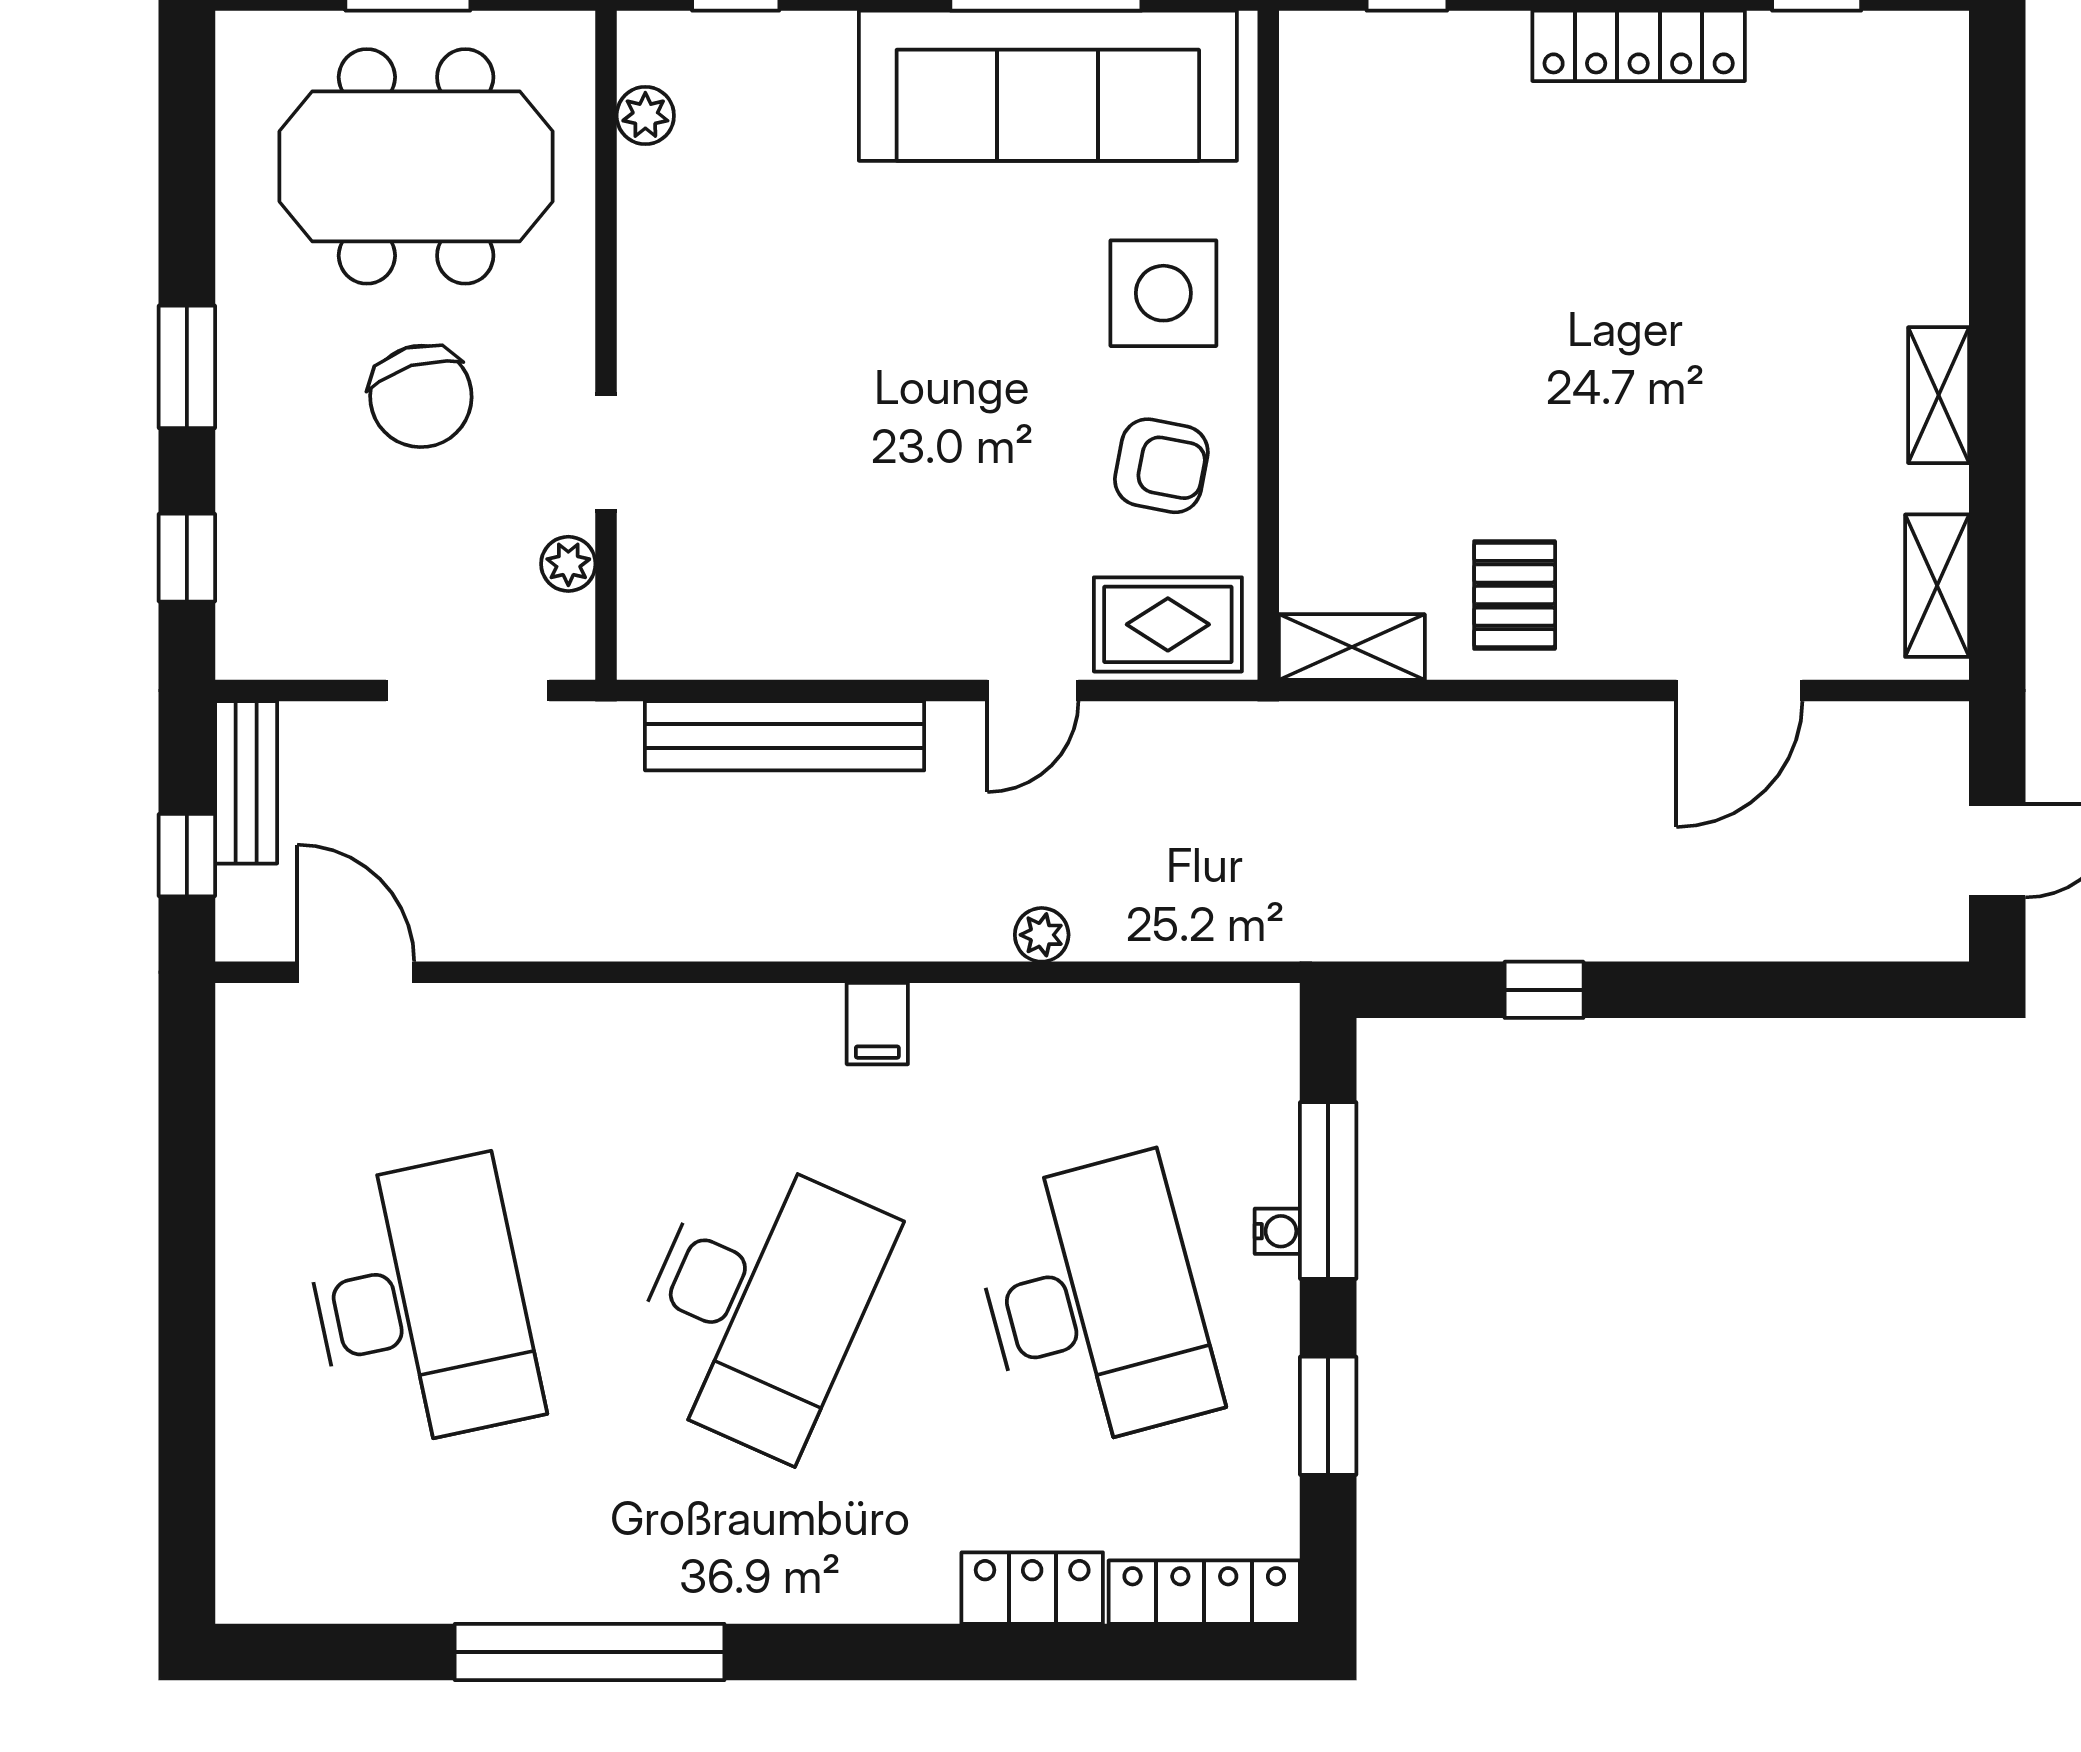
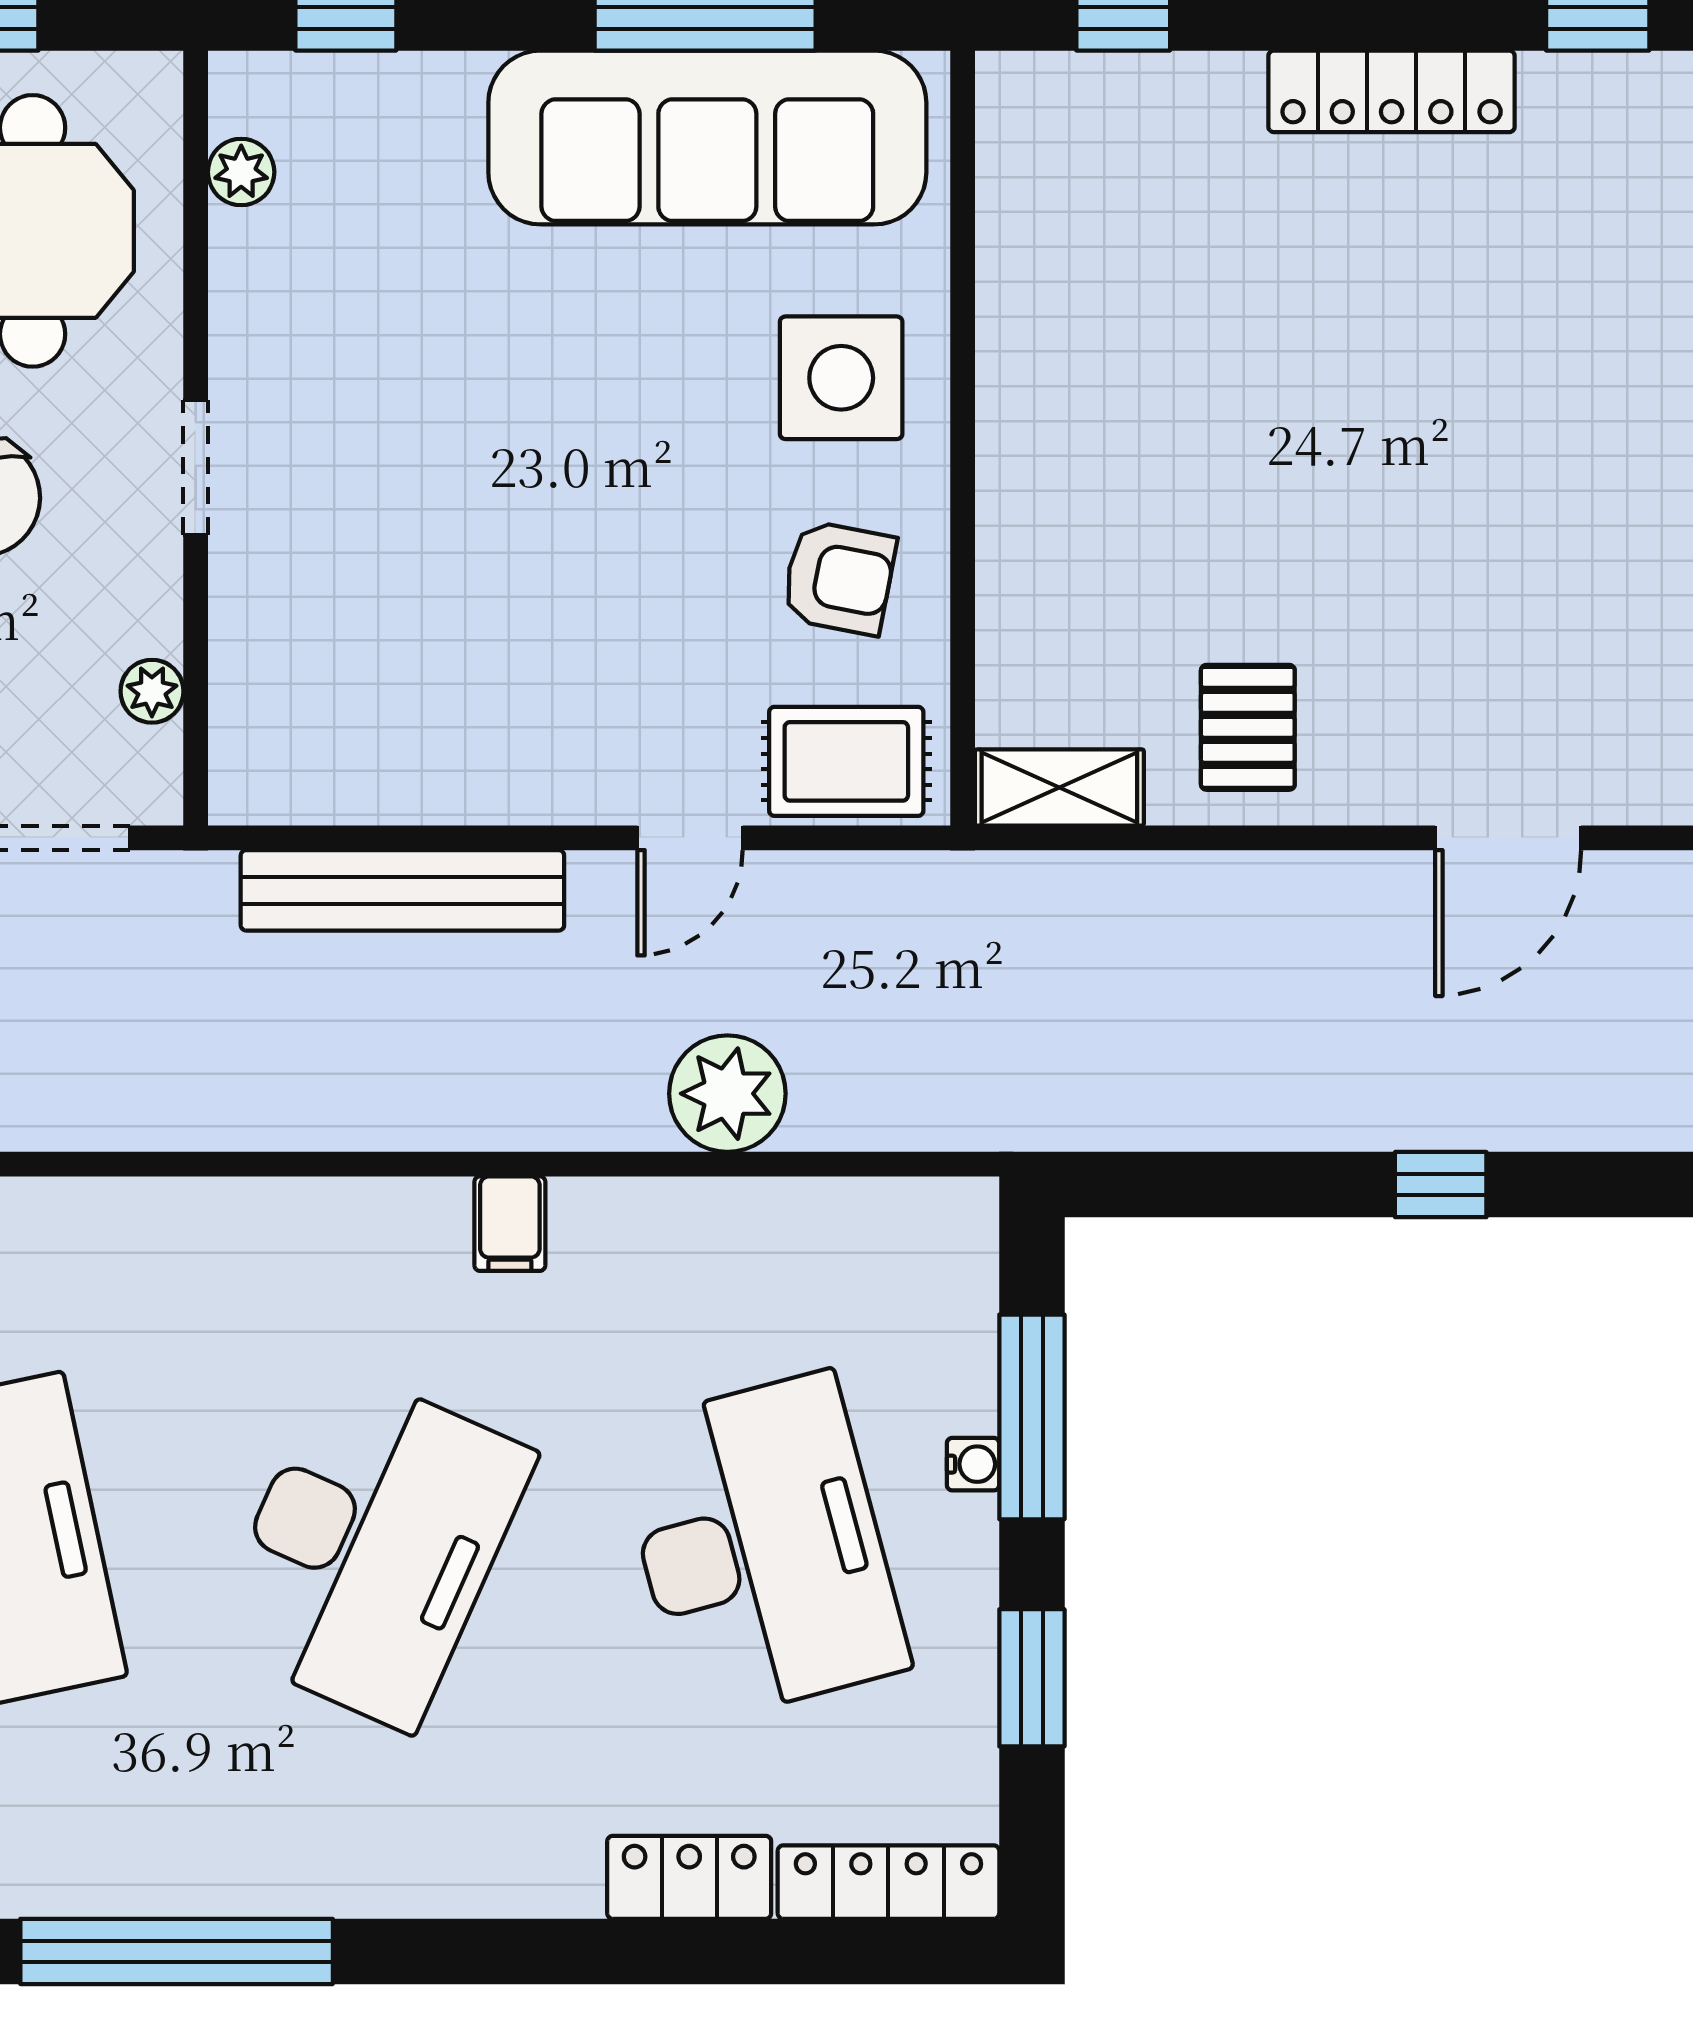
doorway: (606, 453) -> (196, 467), moved
plant: (1042, 935) -> (727, 1094), width x1.88, depth x1.88
window: (1544, 990) -> (1441, 1185), moved

